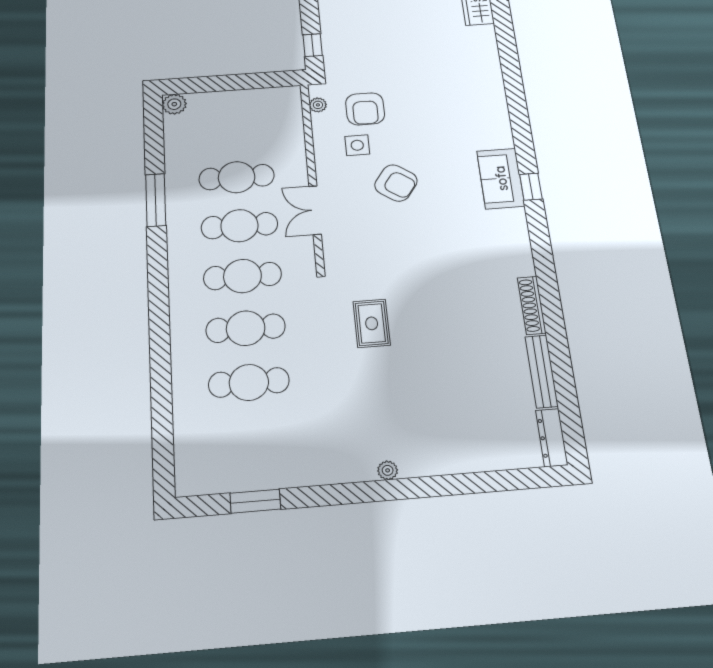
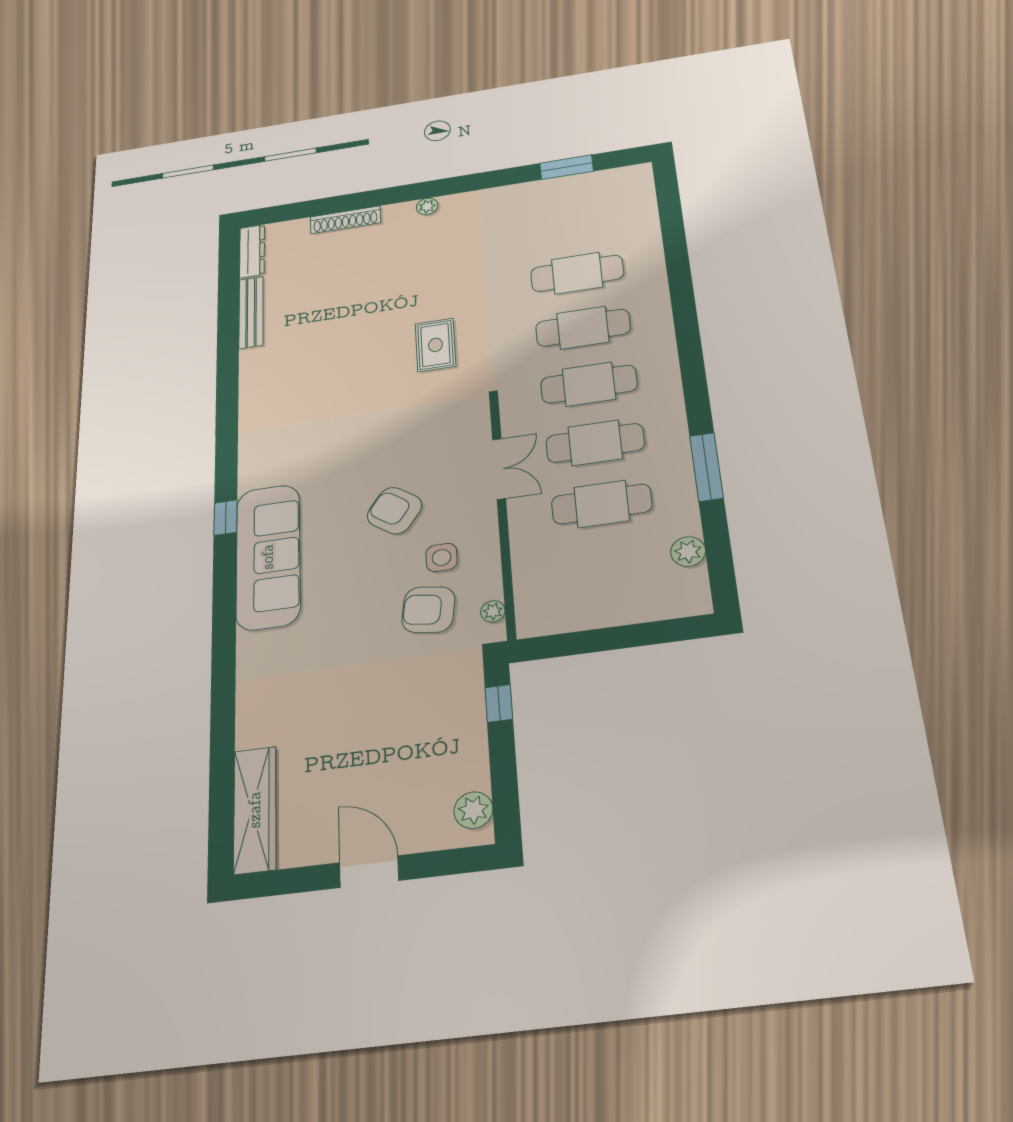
plant: (174, 104) -> (688, 552), moved
armchair: (365, 109) -> (428, 610), turned -82
sofa: (501, 178) -> (268, 557), width x1.85, depth x1.27
shoe rack: (532, 305) -> (345, 220), moved, turned 90

